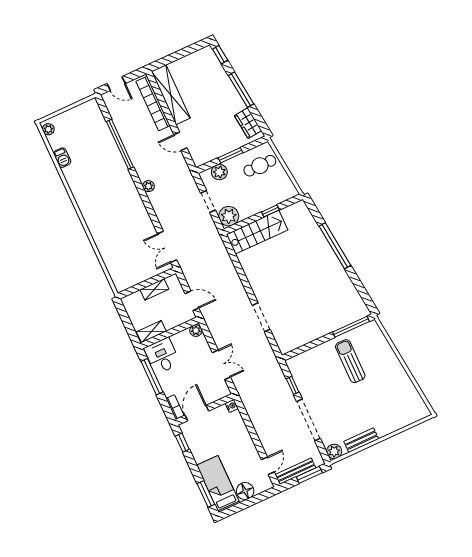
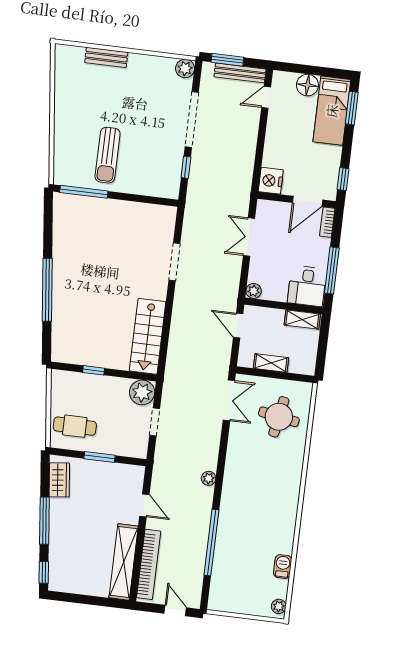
plant: (219, 172) -> (123, 446), removed
stairs: (257, 232) -> (148, 336), moved, turned -90
round table: (127, 257) -> (279, 417), added
nightstand: (232, 406) -> (271, 181), width x1.89, depth x1.79
bench: (361, 440) -> (106, 57), moved

